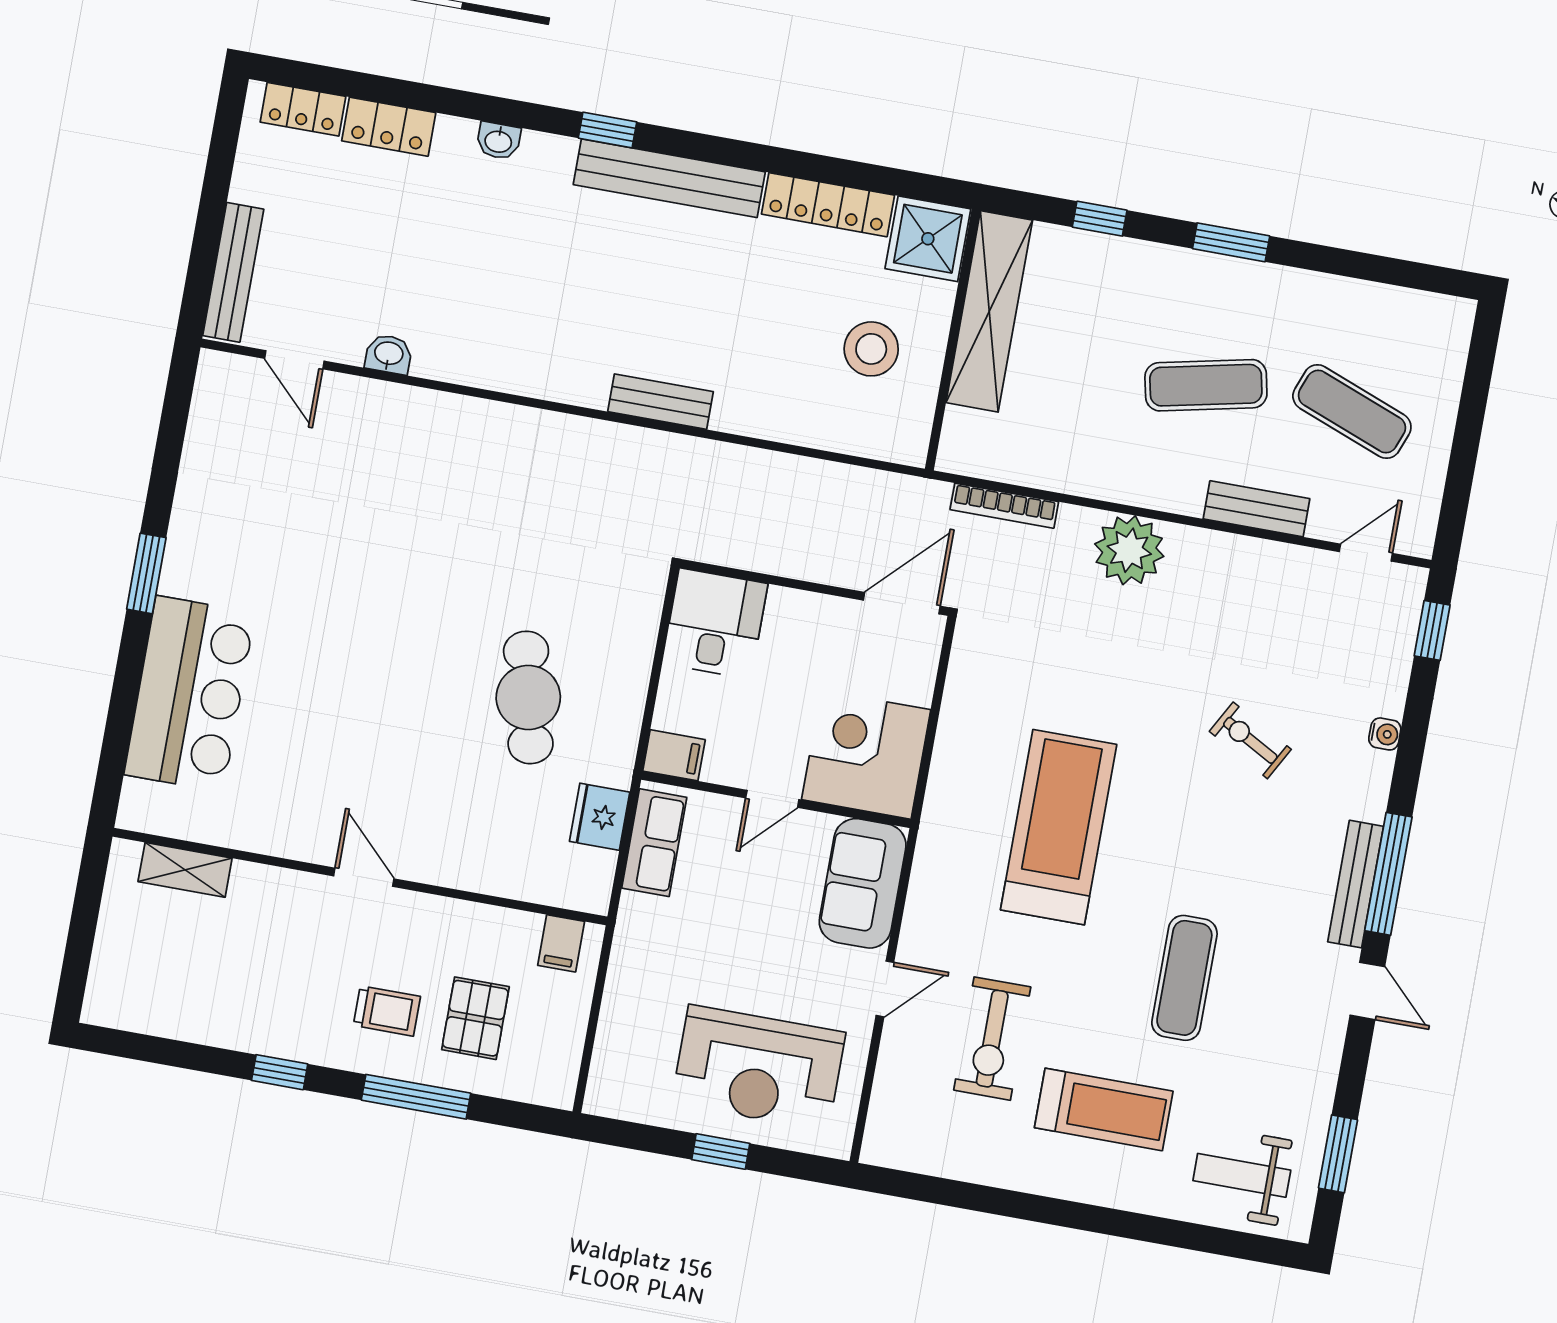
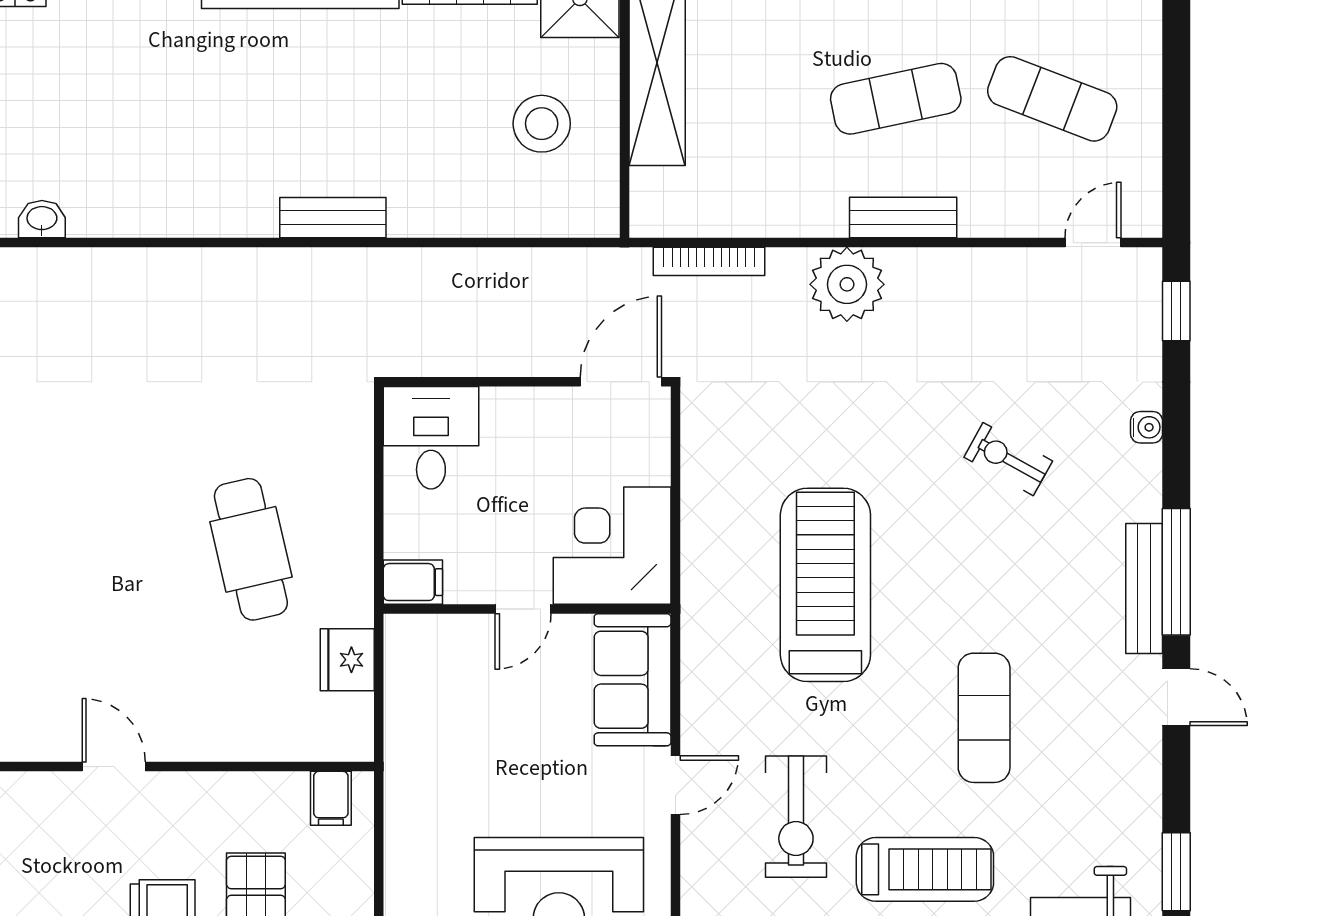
bench: (1256, 509) -> (903, 217), moved
row of seats: (654, 843) -> (409, 677), removed

